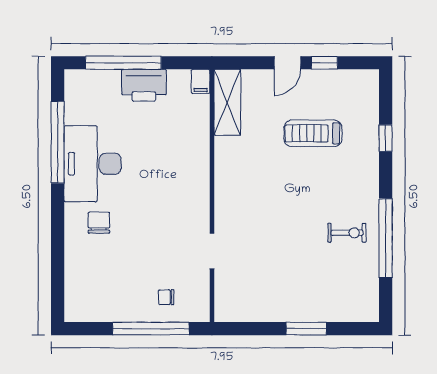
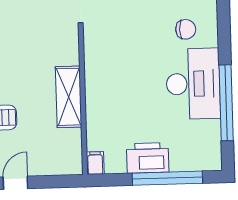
shelving: (227, 102) -> (69, 97), moved
chair: (99, 223) -> (186, 29), turned -90

